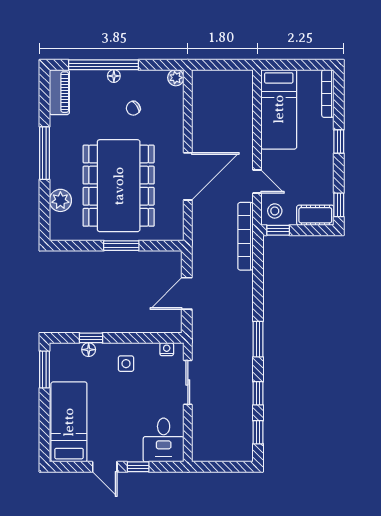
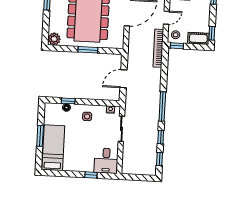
door: (257, 181) -> (166, 18), hinge flipped
plant: (60, 200) -> (54, 39), moved
window: (258, 339) -> (162, 107), width x1.44
window: (44, 369) -> (40, 136), moved
door: (105, 467) -> (72, 174), removed

